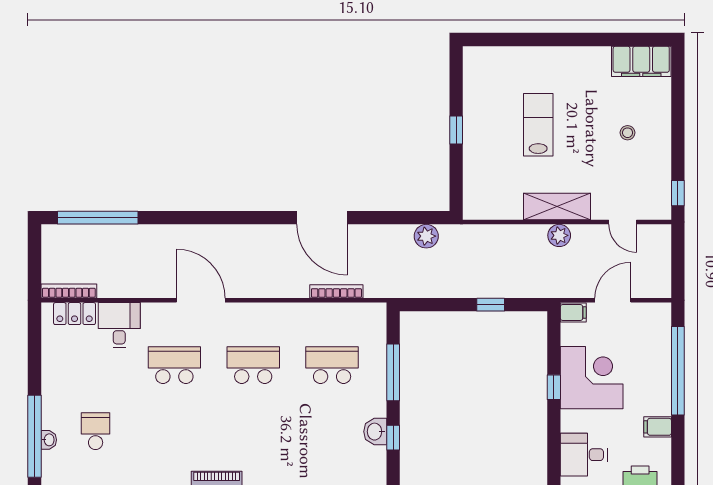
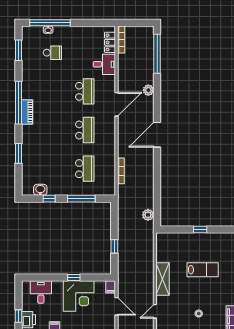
door: (322, 218) -> (157, 135), moved
plant: (559, 235) -> (148, 90), moved
washbasin: (375, 432) -> (40, 190), moved

